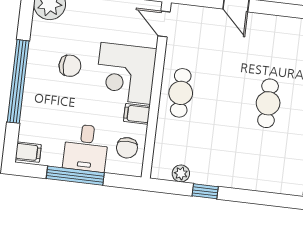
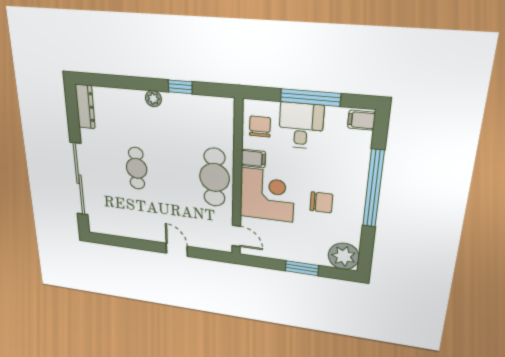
chair: (70, 66) -> (321, 202), turned 180
cafe table: (181, 93) -> (214, 177), width x1.37, depth x1.35
plant: (181, 173) -> (153, 99), moved

